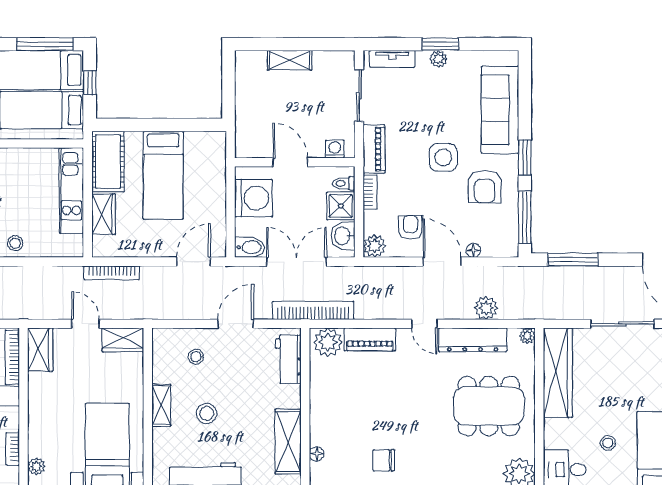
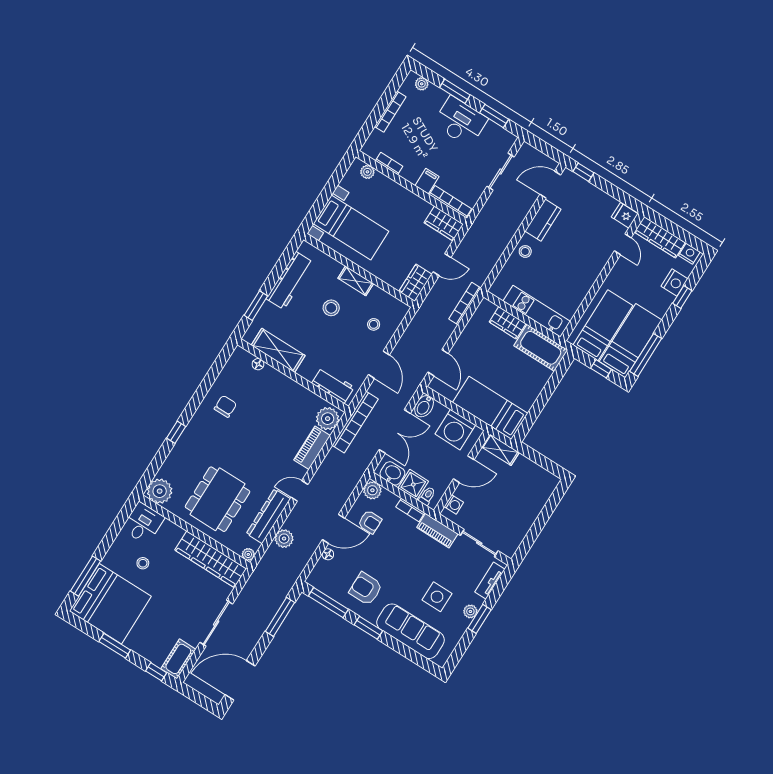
shelving: (290, 60) -> (500, 450), moved, turned 90
side table: (443, 157) -> (437, 597), moved
bed: (163, 175) -> (490, 408), moved

